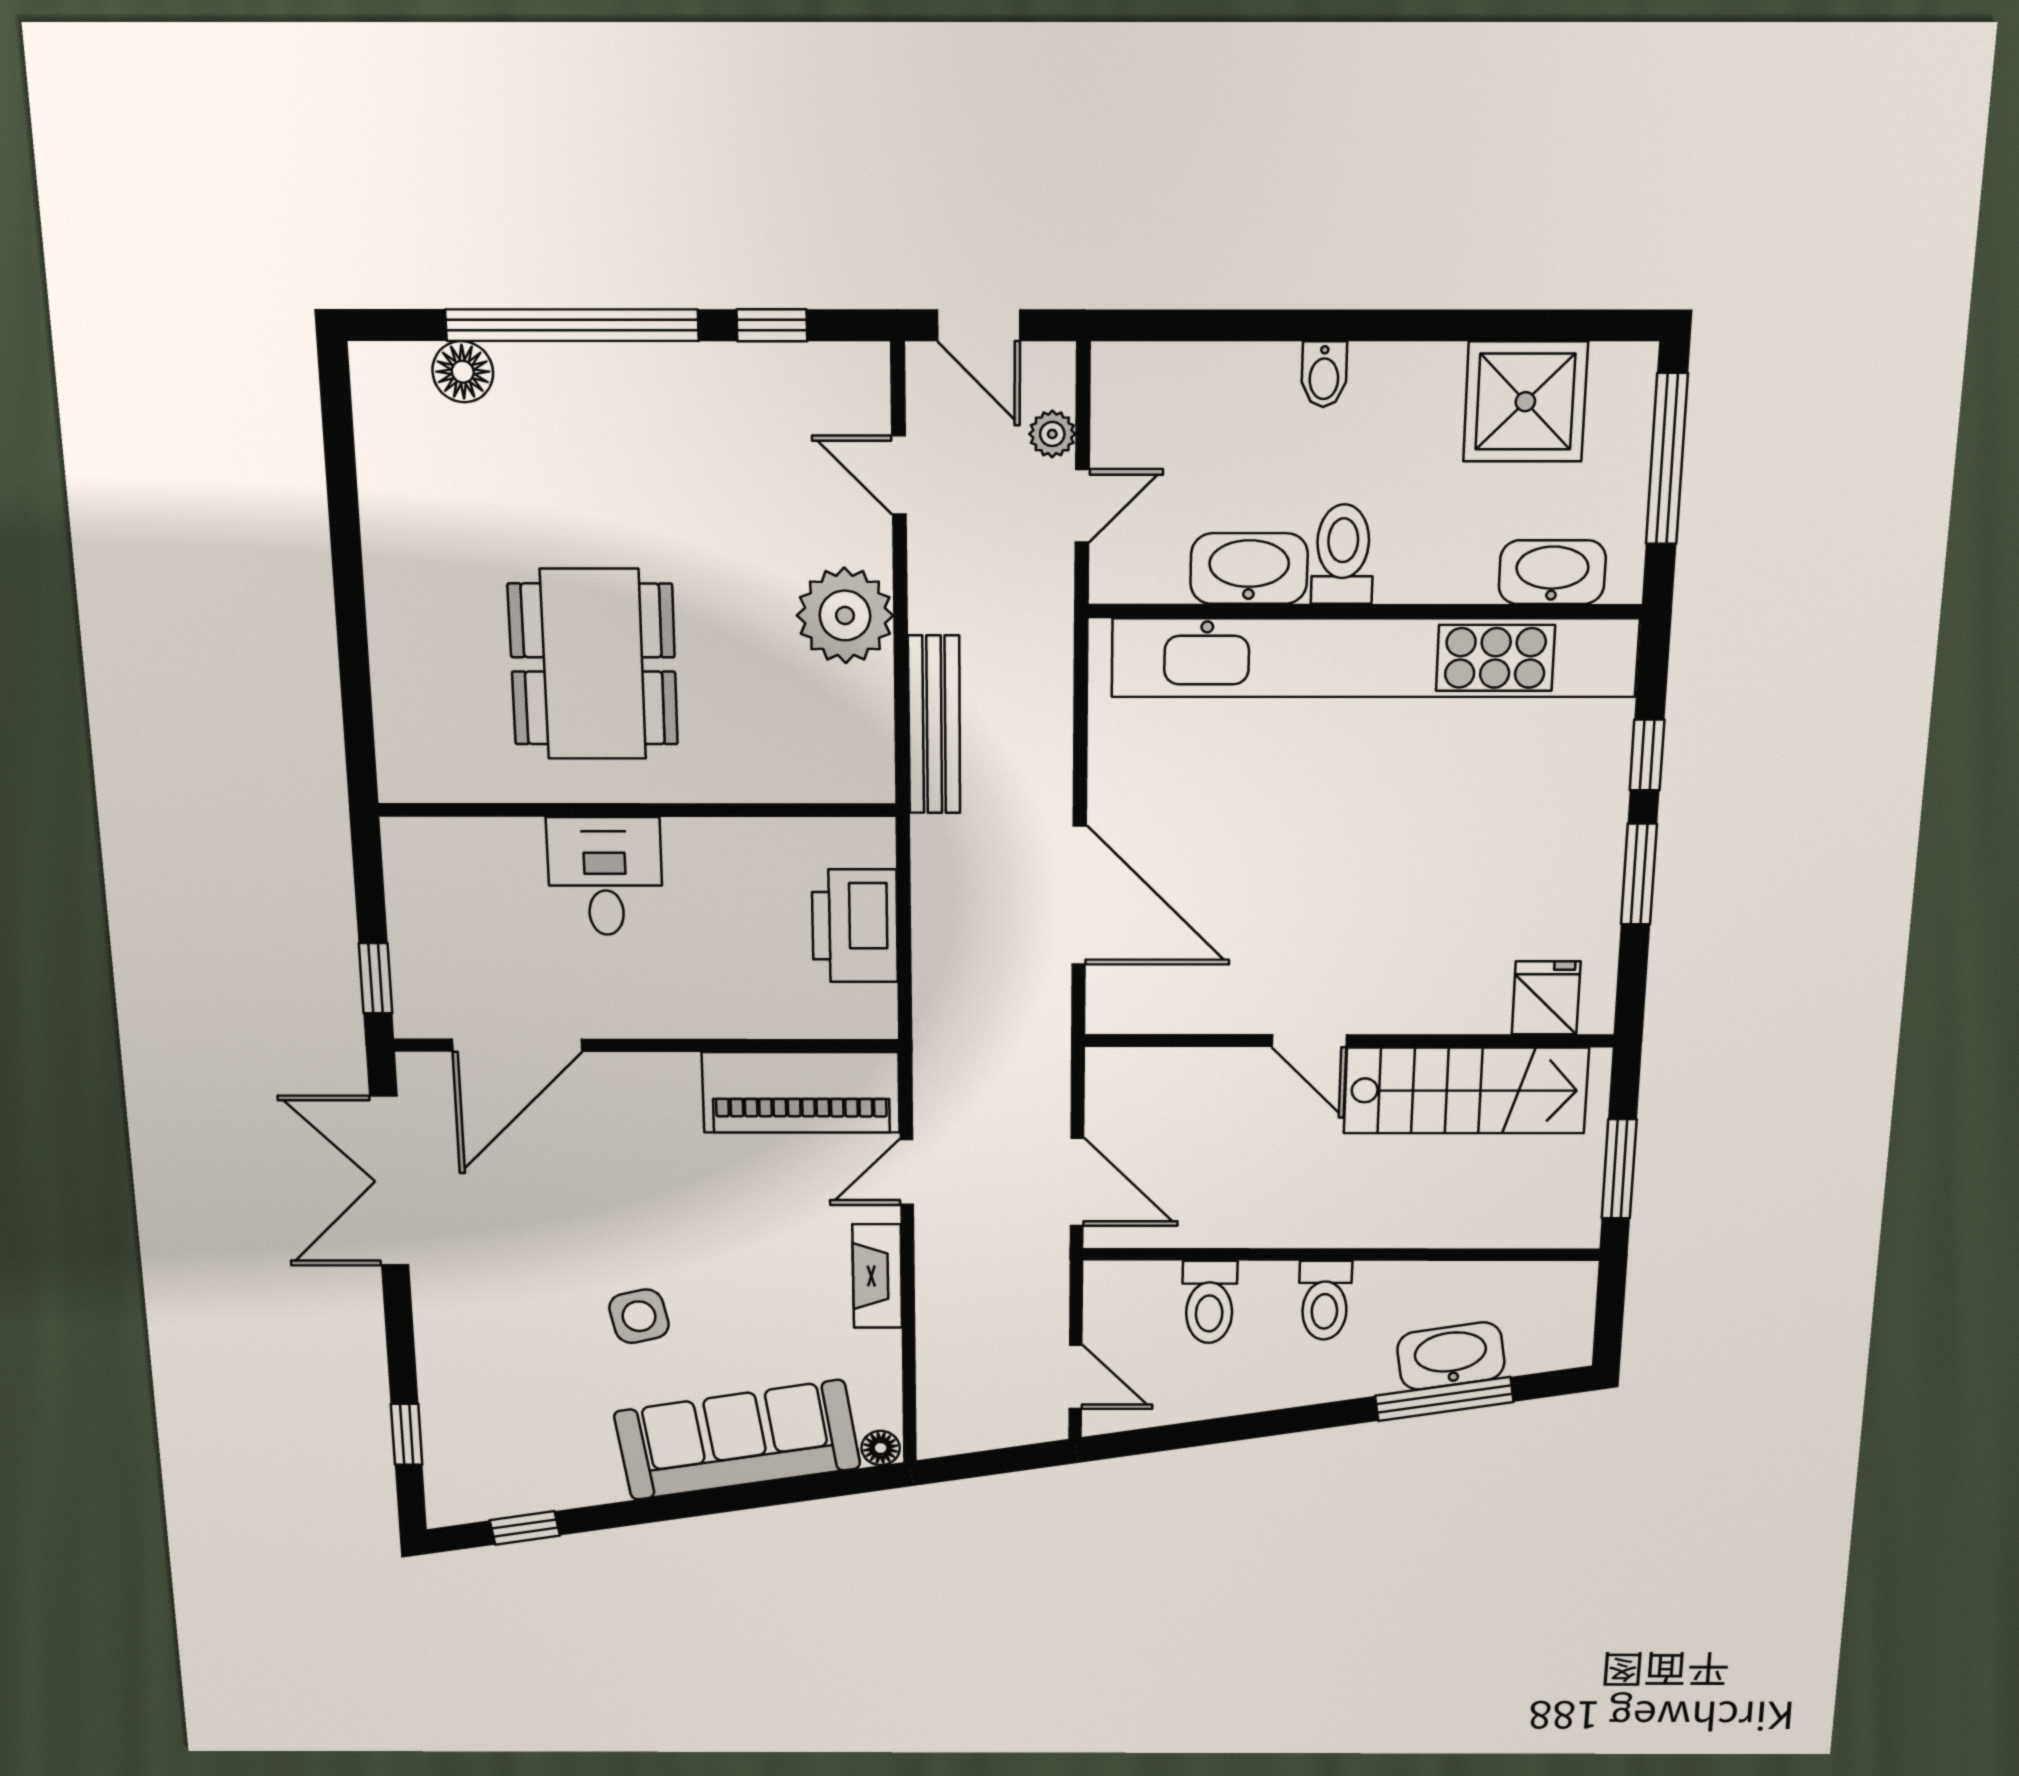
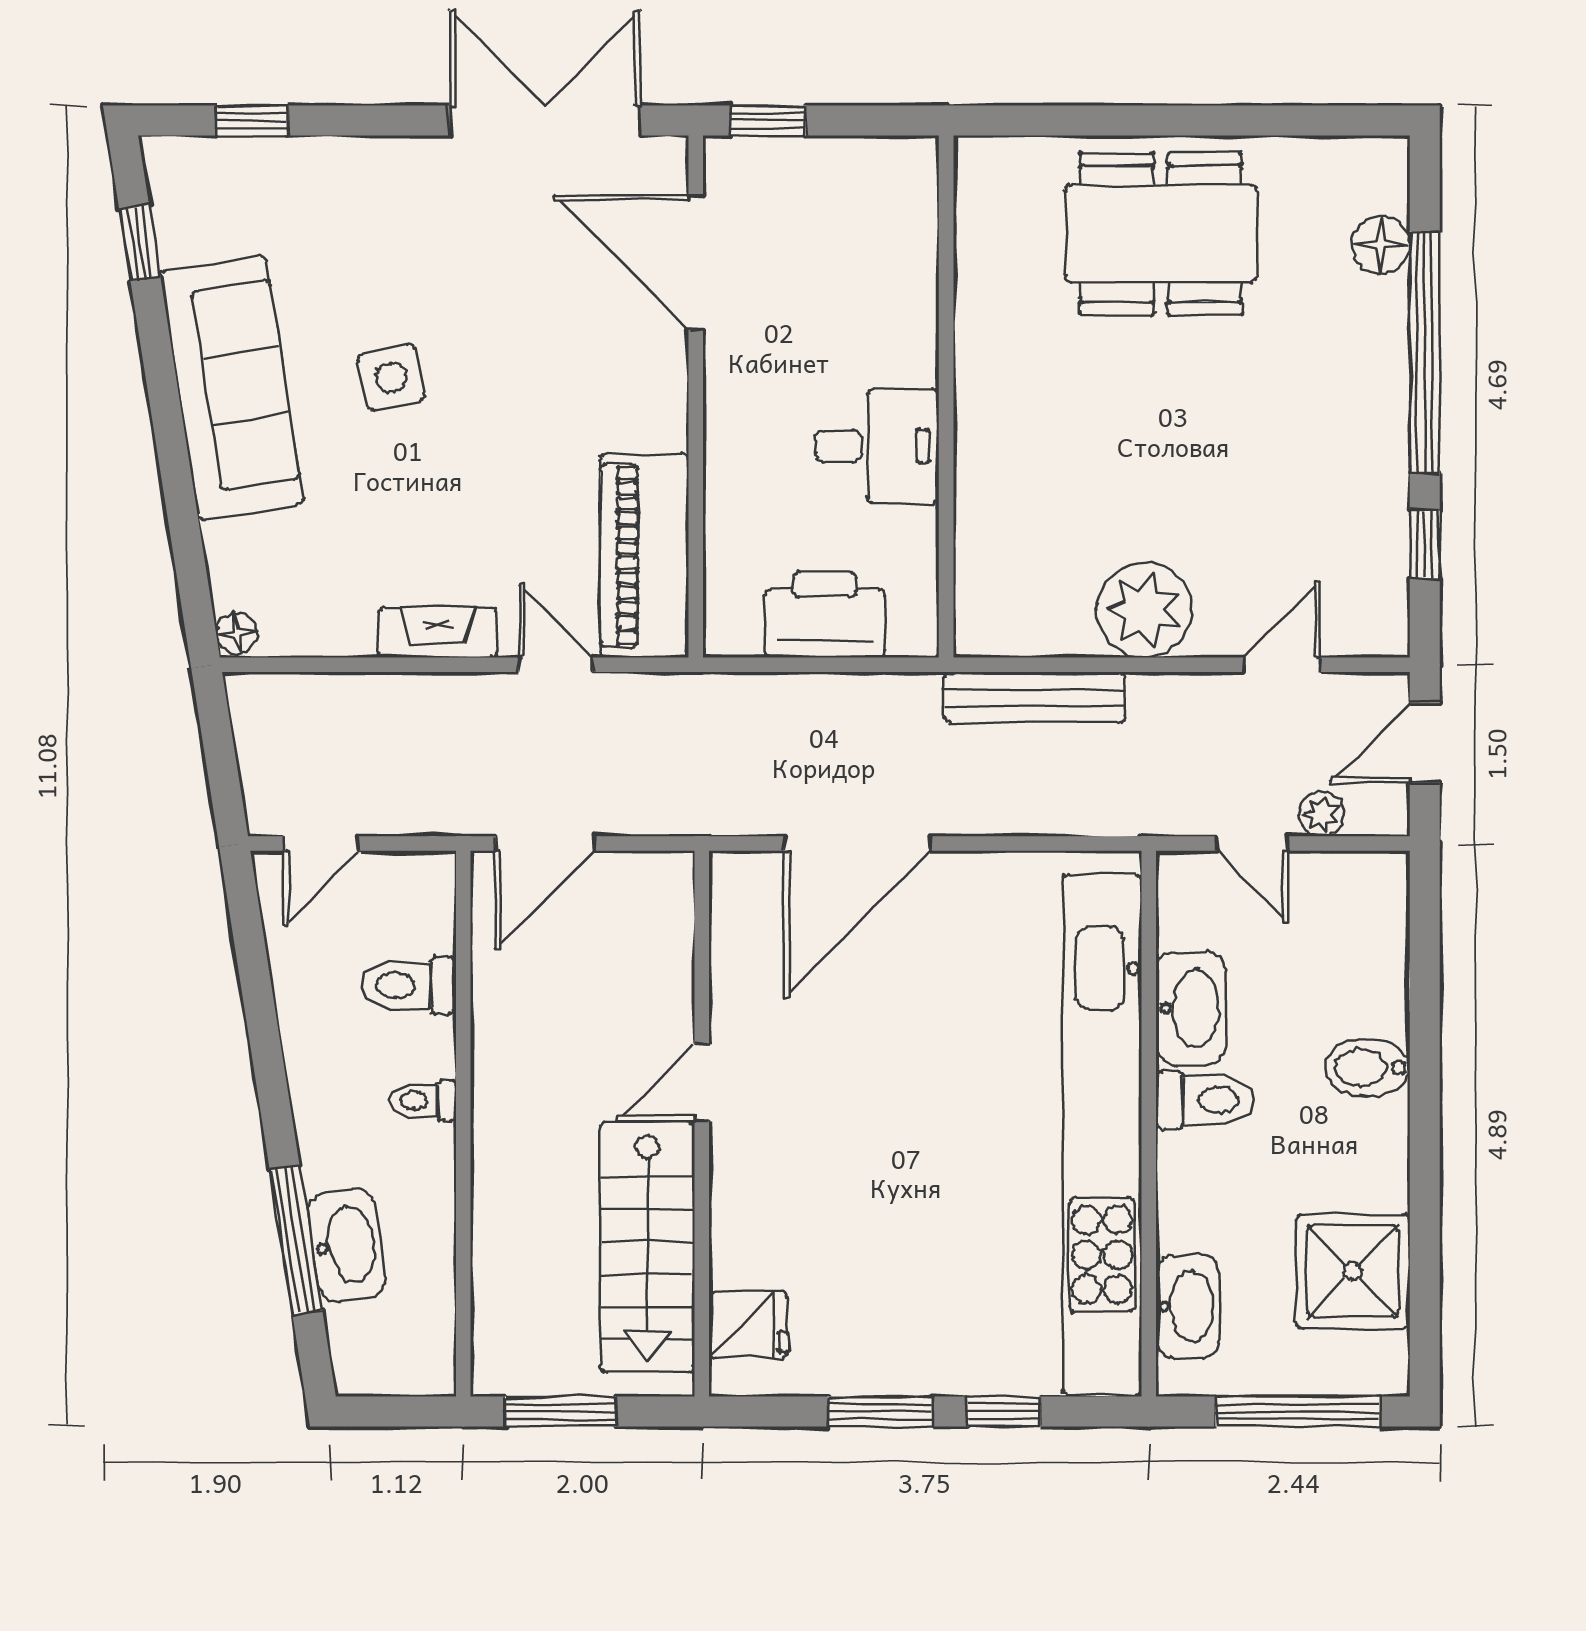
bidet: (1324, 374) -> (1367, 1068), width x1.38, depth x1.36
dining table: (593, 664) -> (1161, 234), moved
desk: (605, 876) -> (877, 446), moved
toilet: (1325, 1300) -> (423, 1101), width x0.73, depth x0.72
sofa: (737, 1440) -> (232, 387), moved

